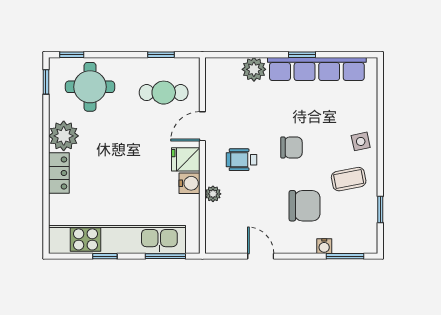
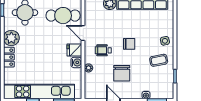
cafe table: (164, 93) -> (63, 16), width x1.37, depth x1.35
door: (202, 126) -> (83, 33), hinge flipped
chair: (305, 206) -> (122, 73), moved, turned 90

